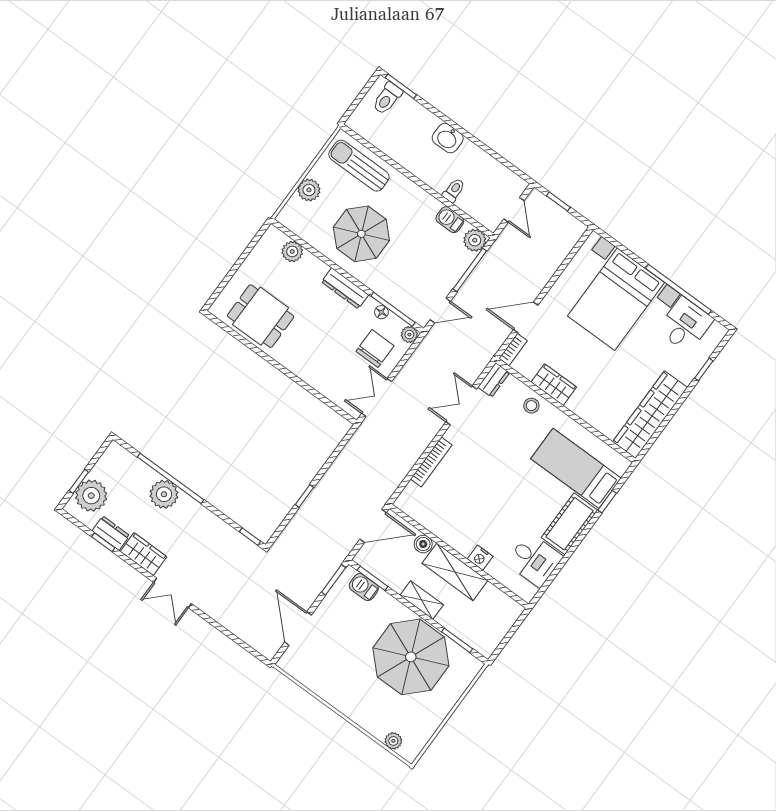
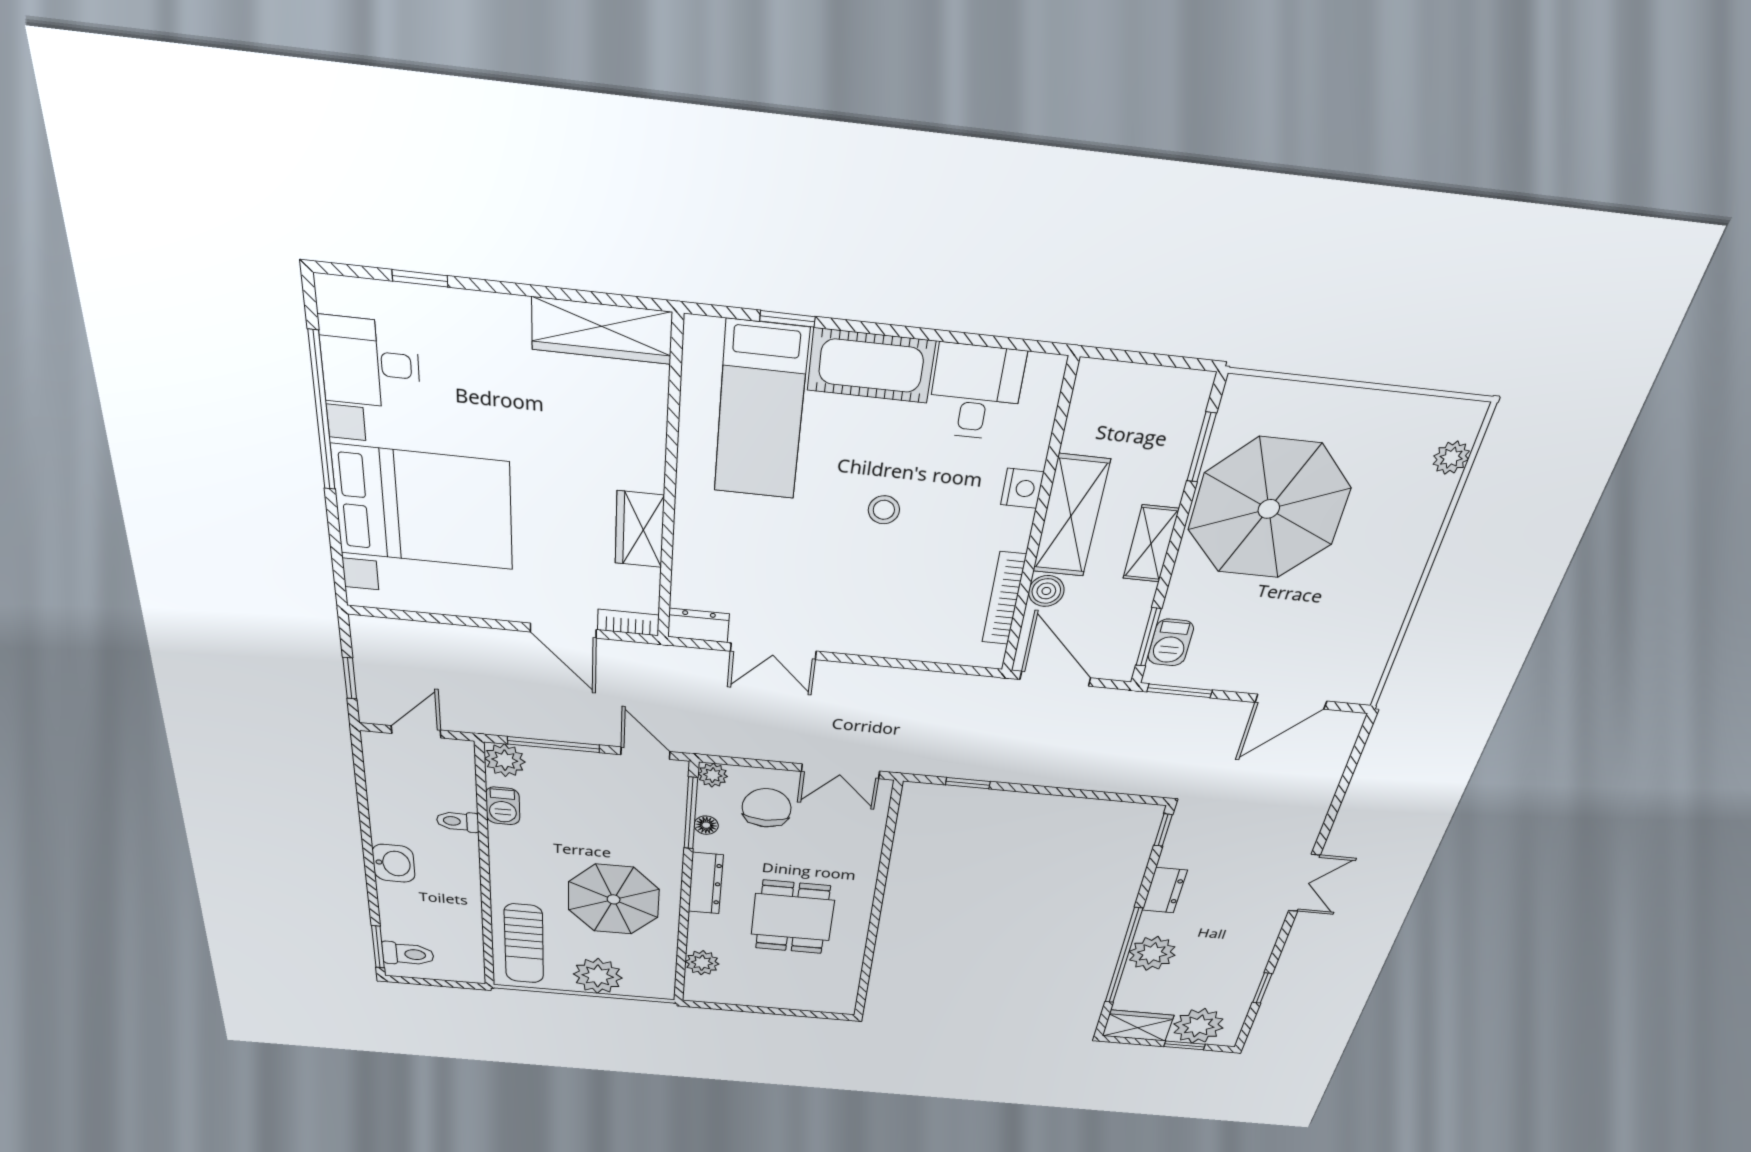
plant: (309, 190) -> (598, 976), width x1.36, depth x1.36
dining table: (261, 316) -> (793, 917), moved
chair: (375, 349) -> (767, 808), turned 90
stool: (531, 406) -> (884, 510), moved
wardrobe: (650, 415) -> (602, 331), width x0.71, depth x0.85
bookcase: (431, 462) -> (1004, 599), moved, turned -90
window: (304, 496) -> (968, 783), moved
dresser: (111, 533) -> (1165, 890), moved, turned 180
wardrobe: (144, 554) -> (1138, 1026), moved, turned 90

